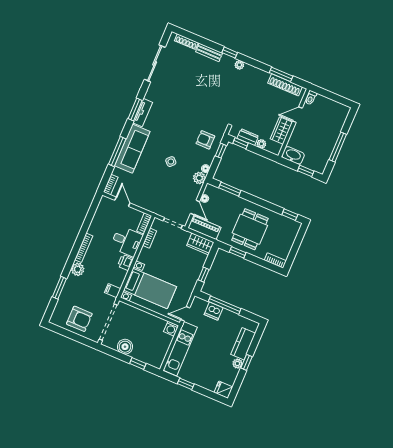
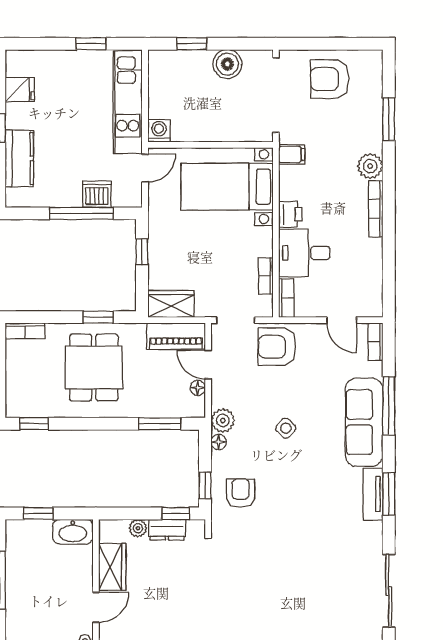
armchair: (205, 140) -> (241, 493), turned -90
armchair: (158, 202) -> (277, 347), added
plant: (237, 364) -> (15, 119), removed
fridge: (223, 390) -> (20, 90), moved

